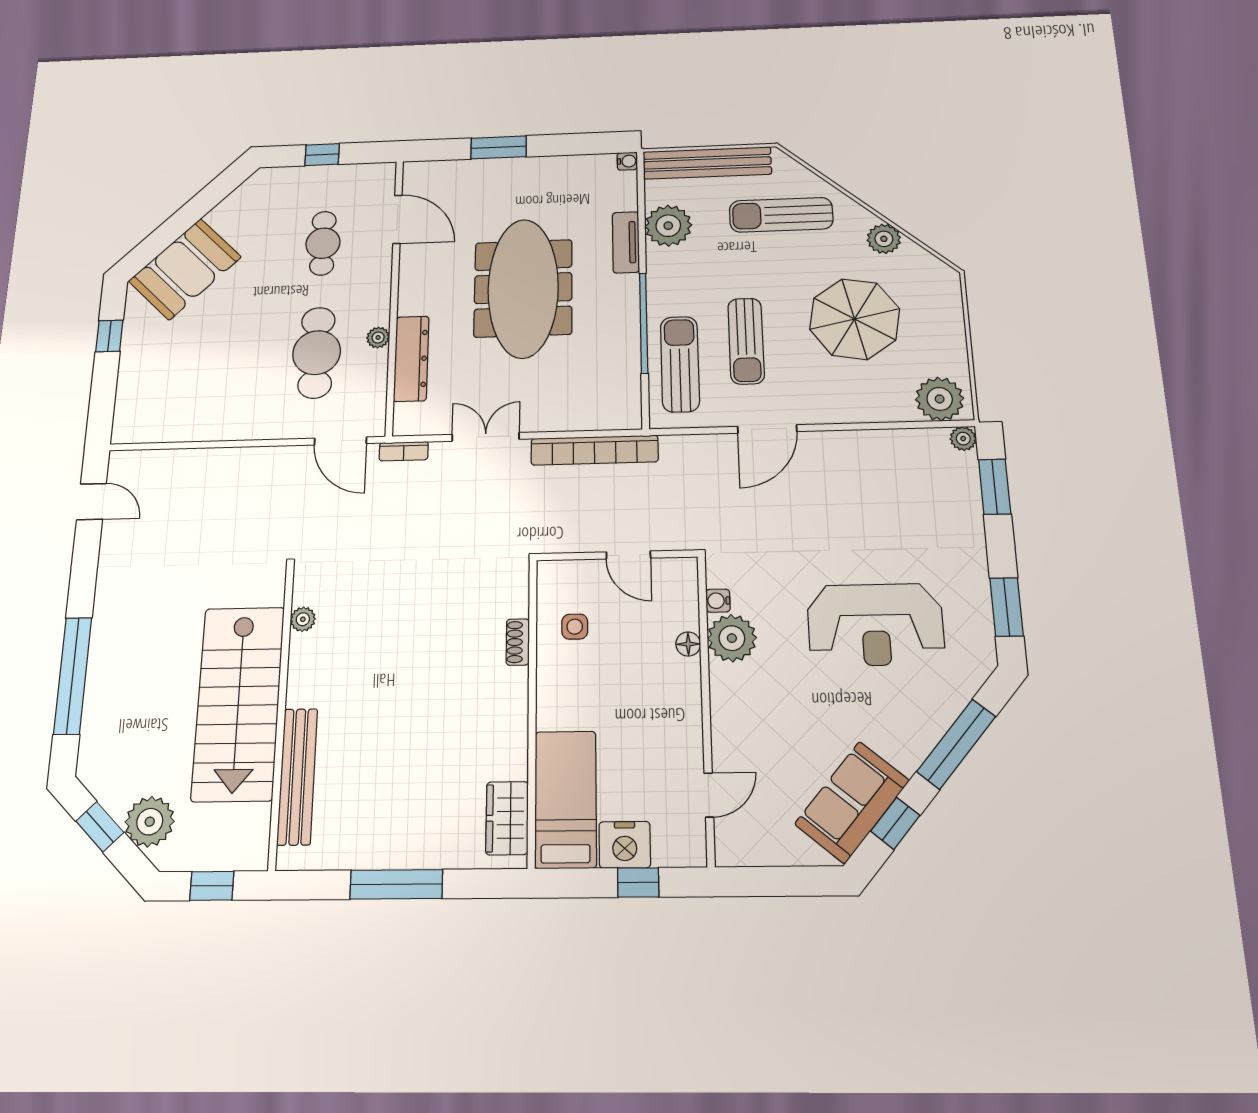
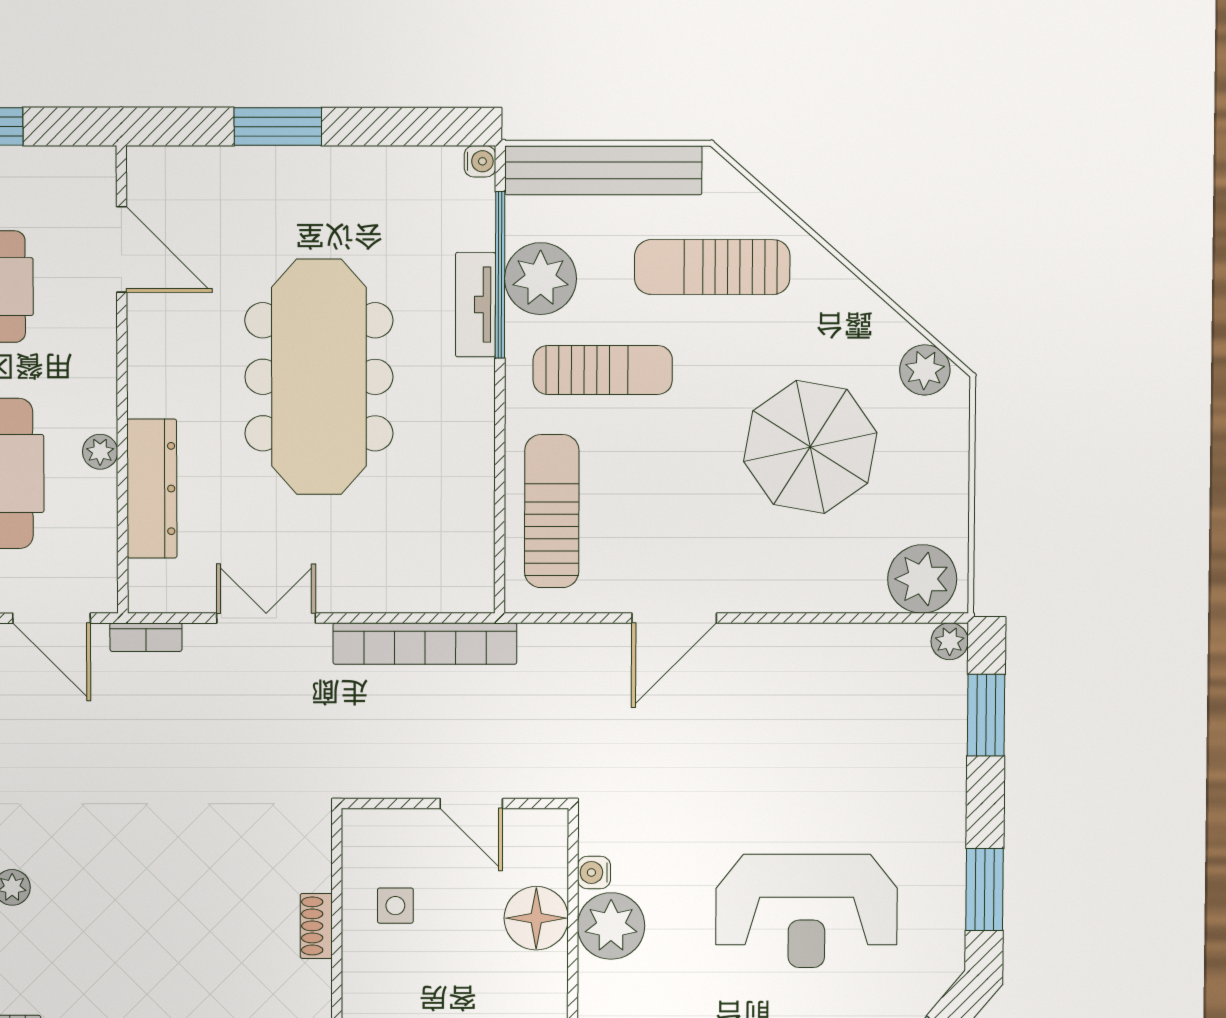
plant: (884, 239) -> (925, 370), moved
window: (644, 323) -> (500, 275), moved
sun lounger: (746, 341) -> (603, 370), moved, turned -90
floor lamp: (688, 644) -> (536, 918), width x1.89, depth x1.89

